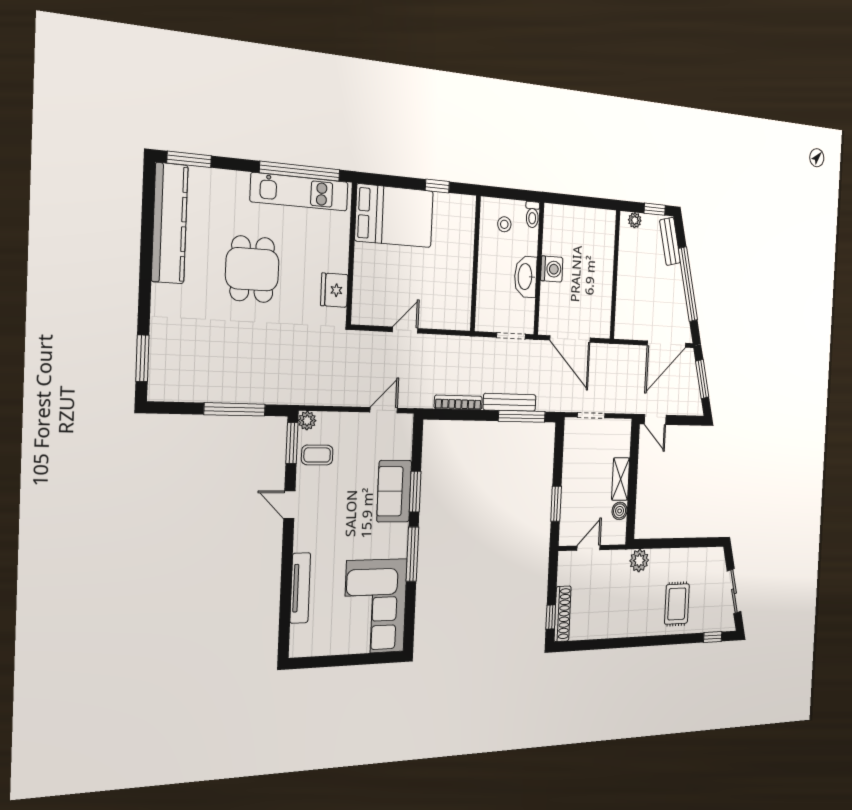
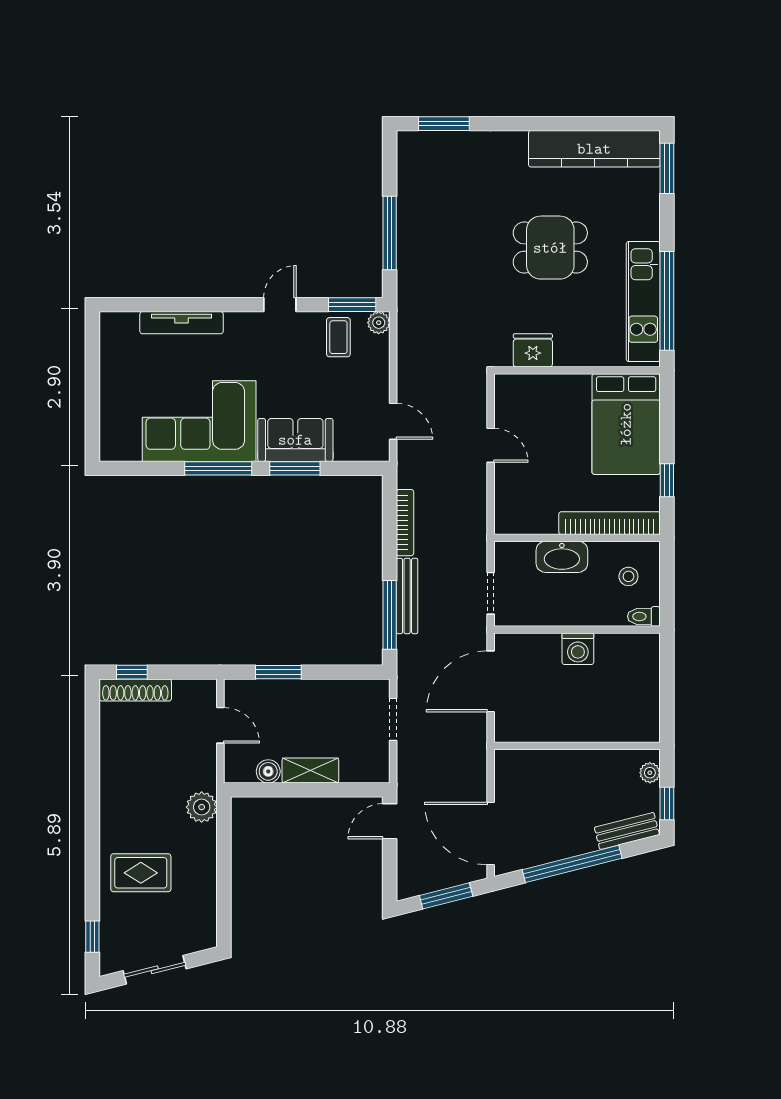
bookcase: (466, 236) -> (610, 523), added
washbasin: (526, 277) -> (562, 557), moved, turned 180
corner sofa: (375, 606) -> (199, 421), moved

